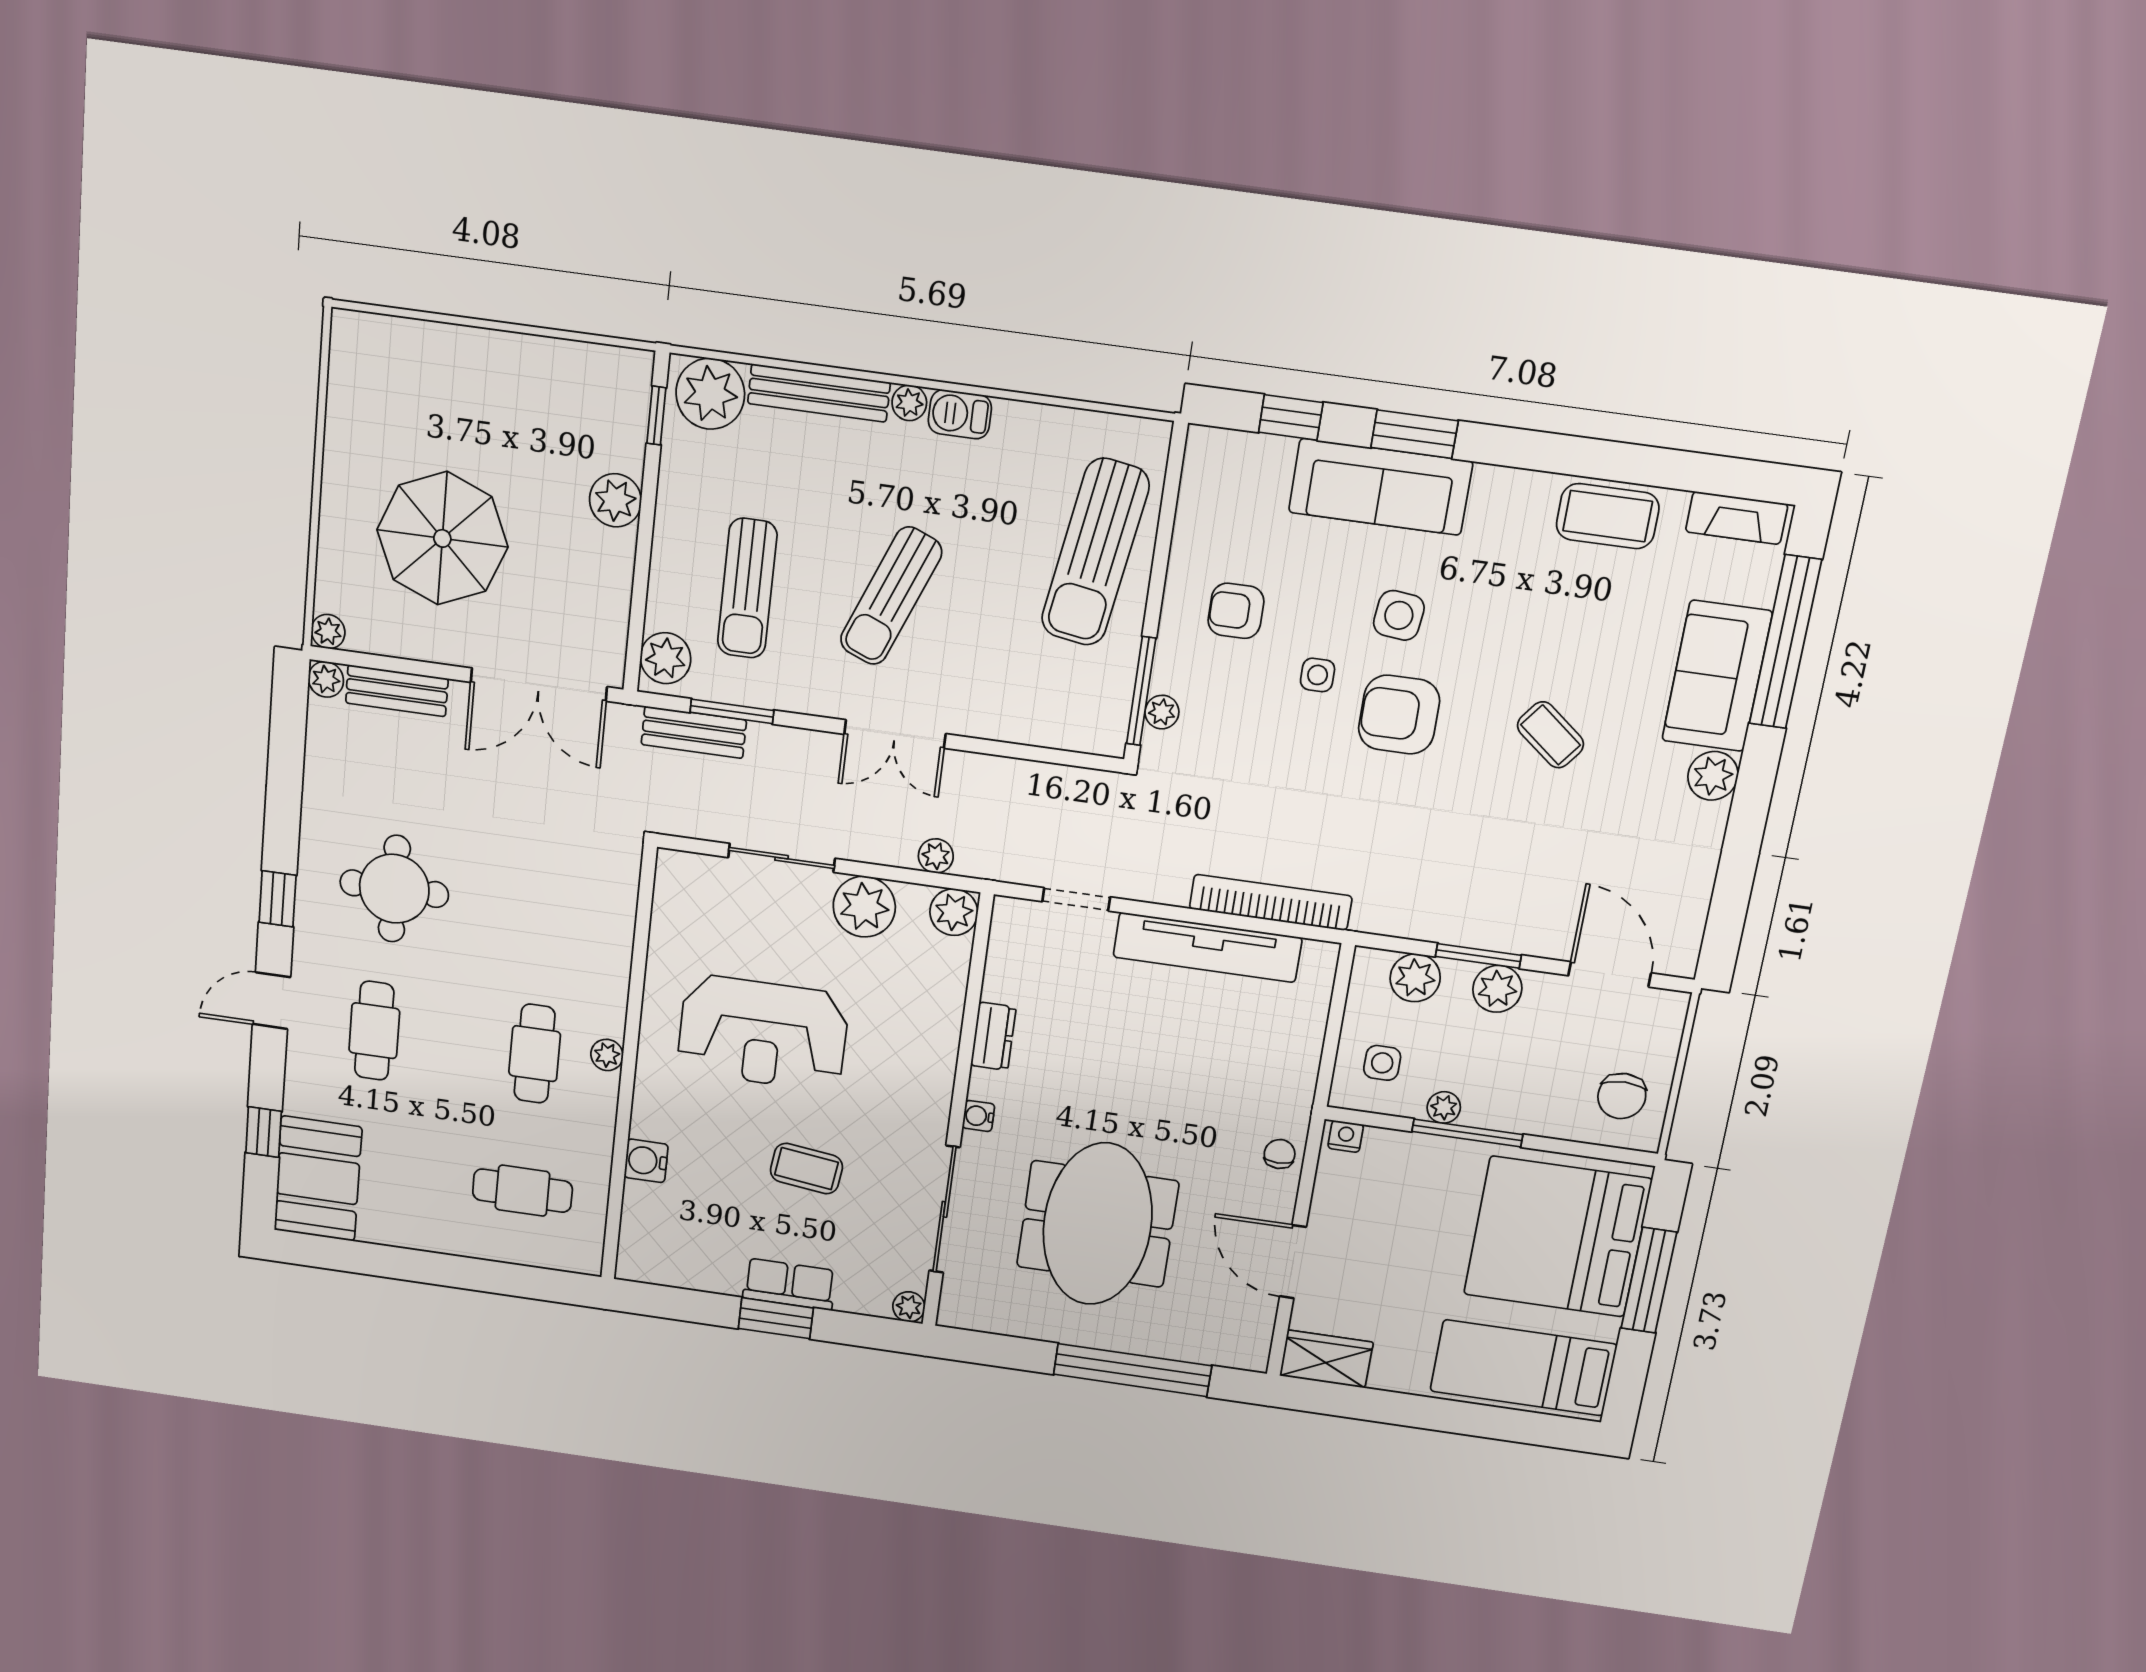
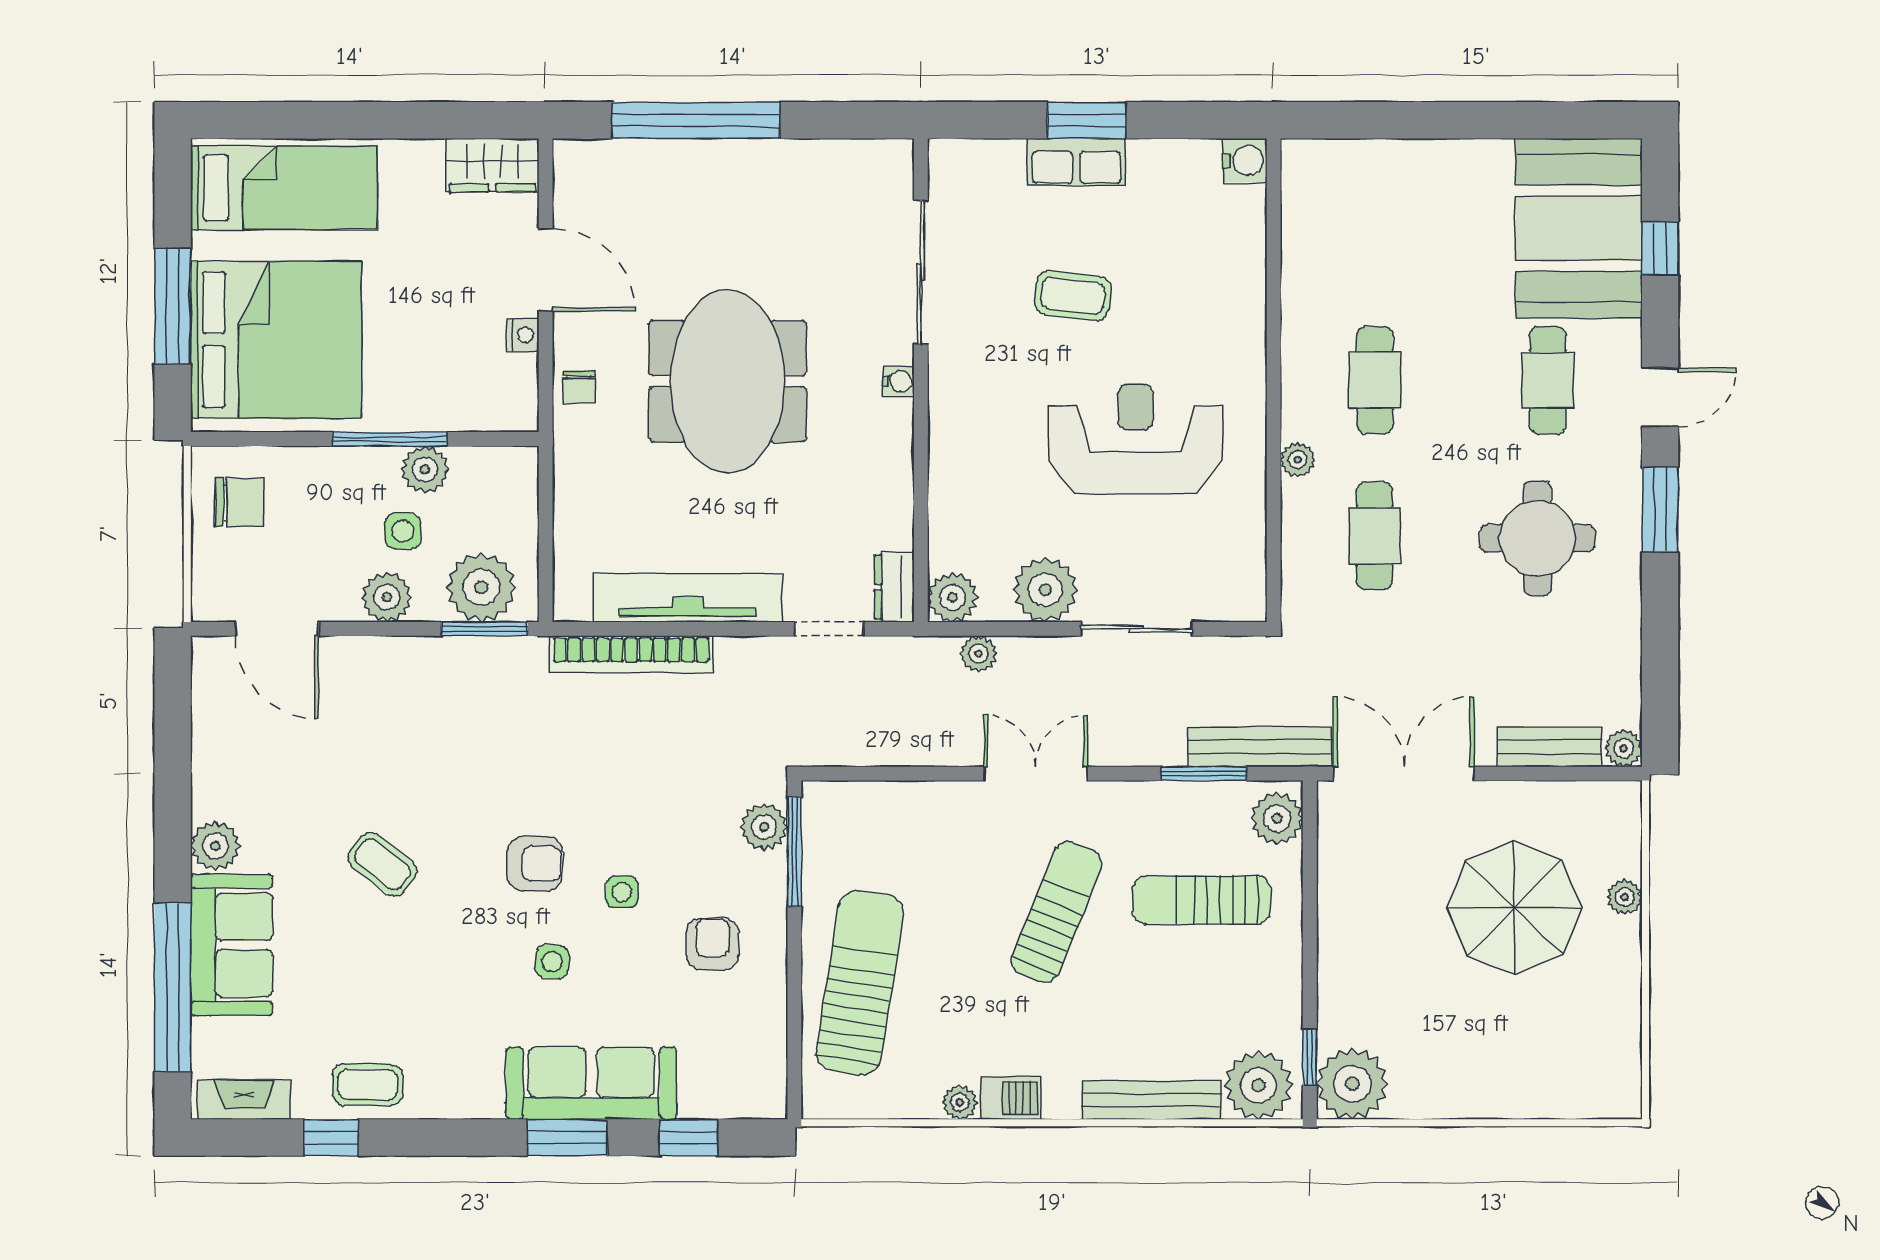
plant: (909, 403) -> (960, 1102), moved
window: (1656, 467) -> (331, 1138), added
plant: (615, 500) -> (1352, 1084), moved, width x1.36, depth x1.36
coffee table: (1608, 516) -> (368, 1085), width x0.73, depth x0.77
sun lounger: (747, 588) -> (1202, 900), turned -90
armchair: (1236, 611) -> (713, 944), turned -90
side table: (1399, 615) -> (552, 962), width x0.73, depth x0.73
plant: (328, 632) -> (1625, 897), moved
plant: (1162, 712) -> (764, 827), width x1.38, depth x1.38
armchair: (1399, 715) -> (535, 864), width x0.72, depth x0.72
bench: (694, 732) -> (1260, 747), width x1.36
window: (278, 899) -> (1660, 510), width x1.50
window: (1478, 956) -> (485, 629), moved
plant: (1415, 978) -> (481, 587), width x1.36, depth x1.36
dresser: (993, 1036) -> (894, 587), moved
plant: (607, 1055) -> (1298, 460), moved
side table: (1382, 1063) -> (403, 531), moved
chair: (1622, 1096) -> (240, 502), turned 90
plant: (1444, 1107) -> (425, 469), width x1.38, depth x1.38
nightstand: (1346, 1136) -> (523, 335), moved, turned -90
water cooler: (646, 1161) -> (1245, 160), moved
booth: (318, 1179) -> (1579, 228), width x1.36, depth x1.42
cafe table: (522, 1191) -> (1375, 536), moved, turned 90
meeting table: (1098, 1224) -> (728, 381), moved
plant: (909, 1307) -> (945, 156), removed

